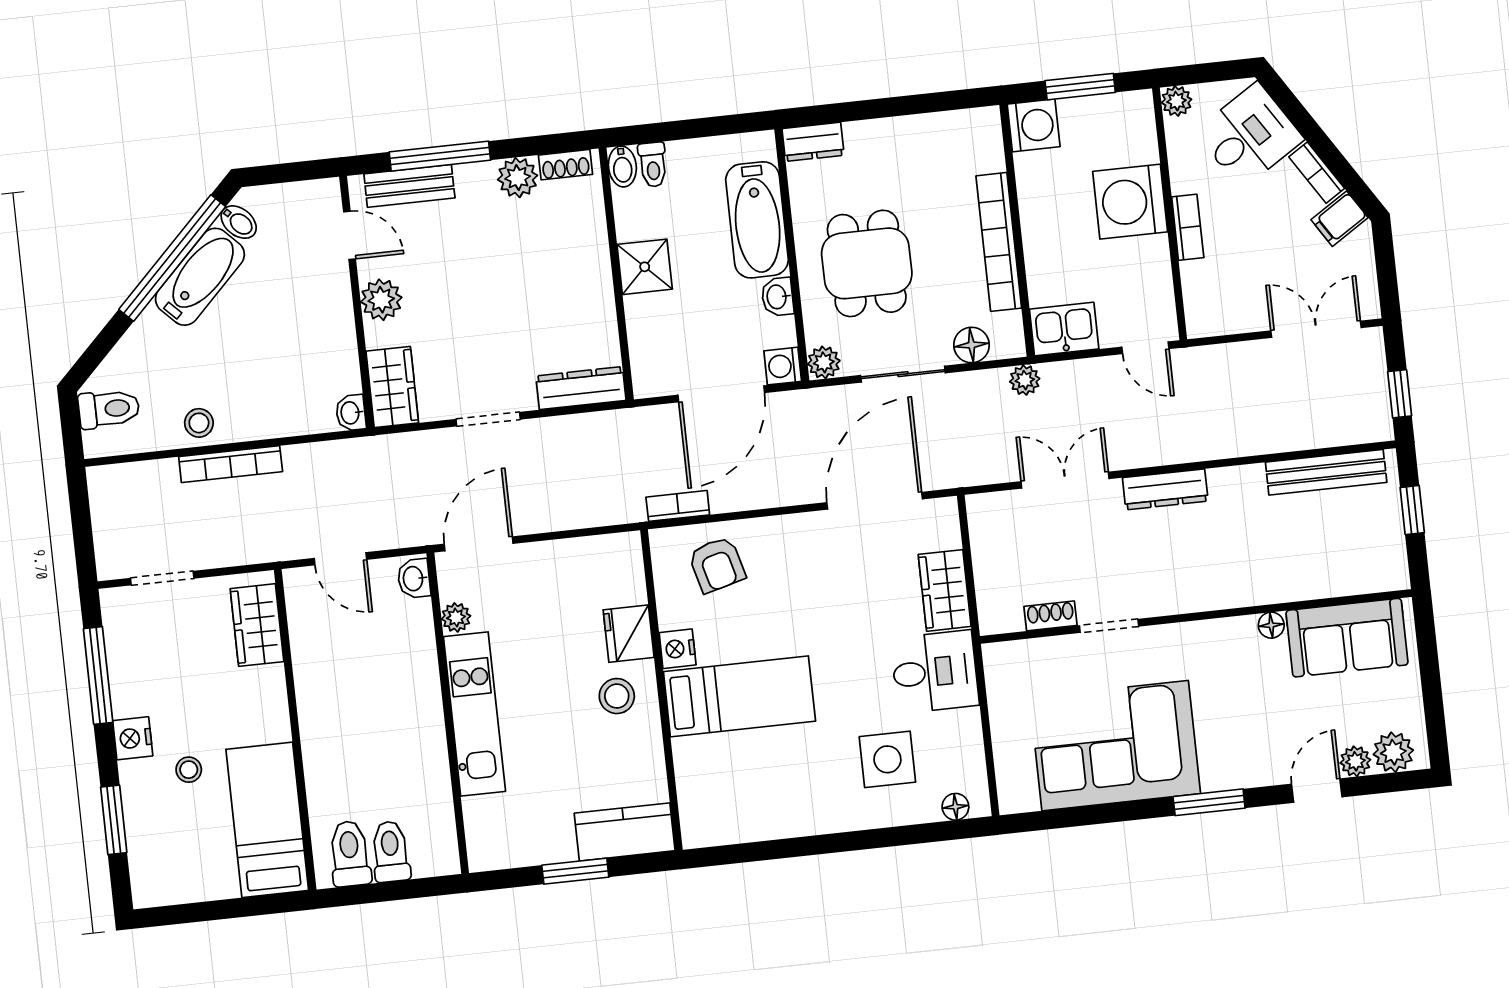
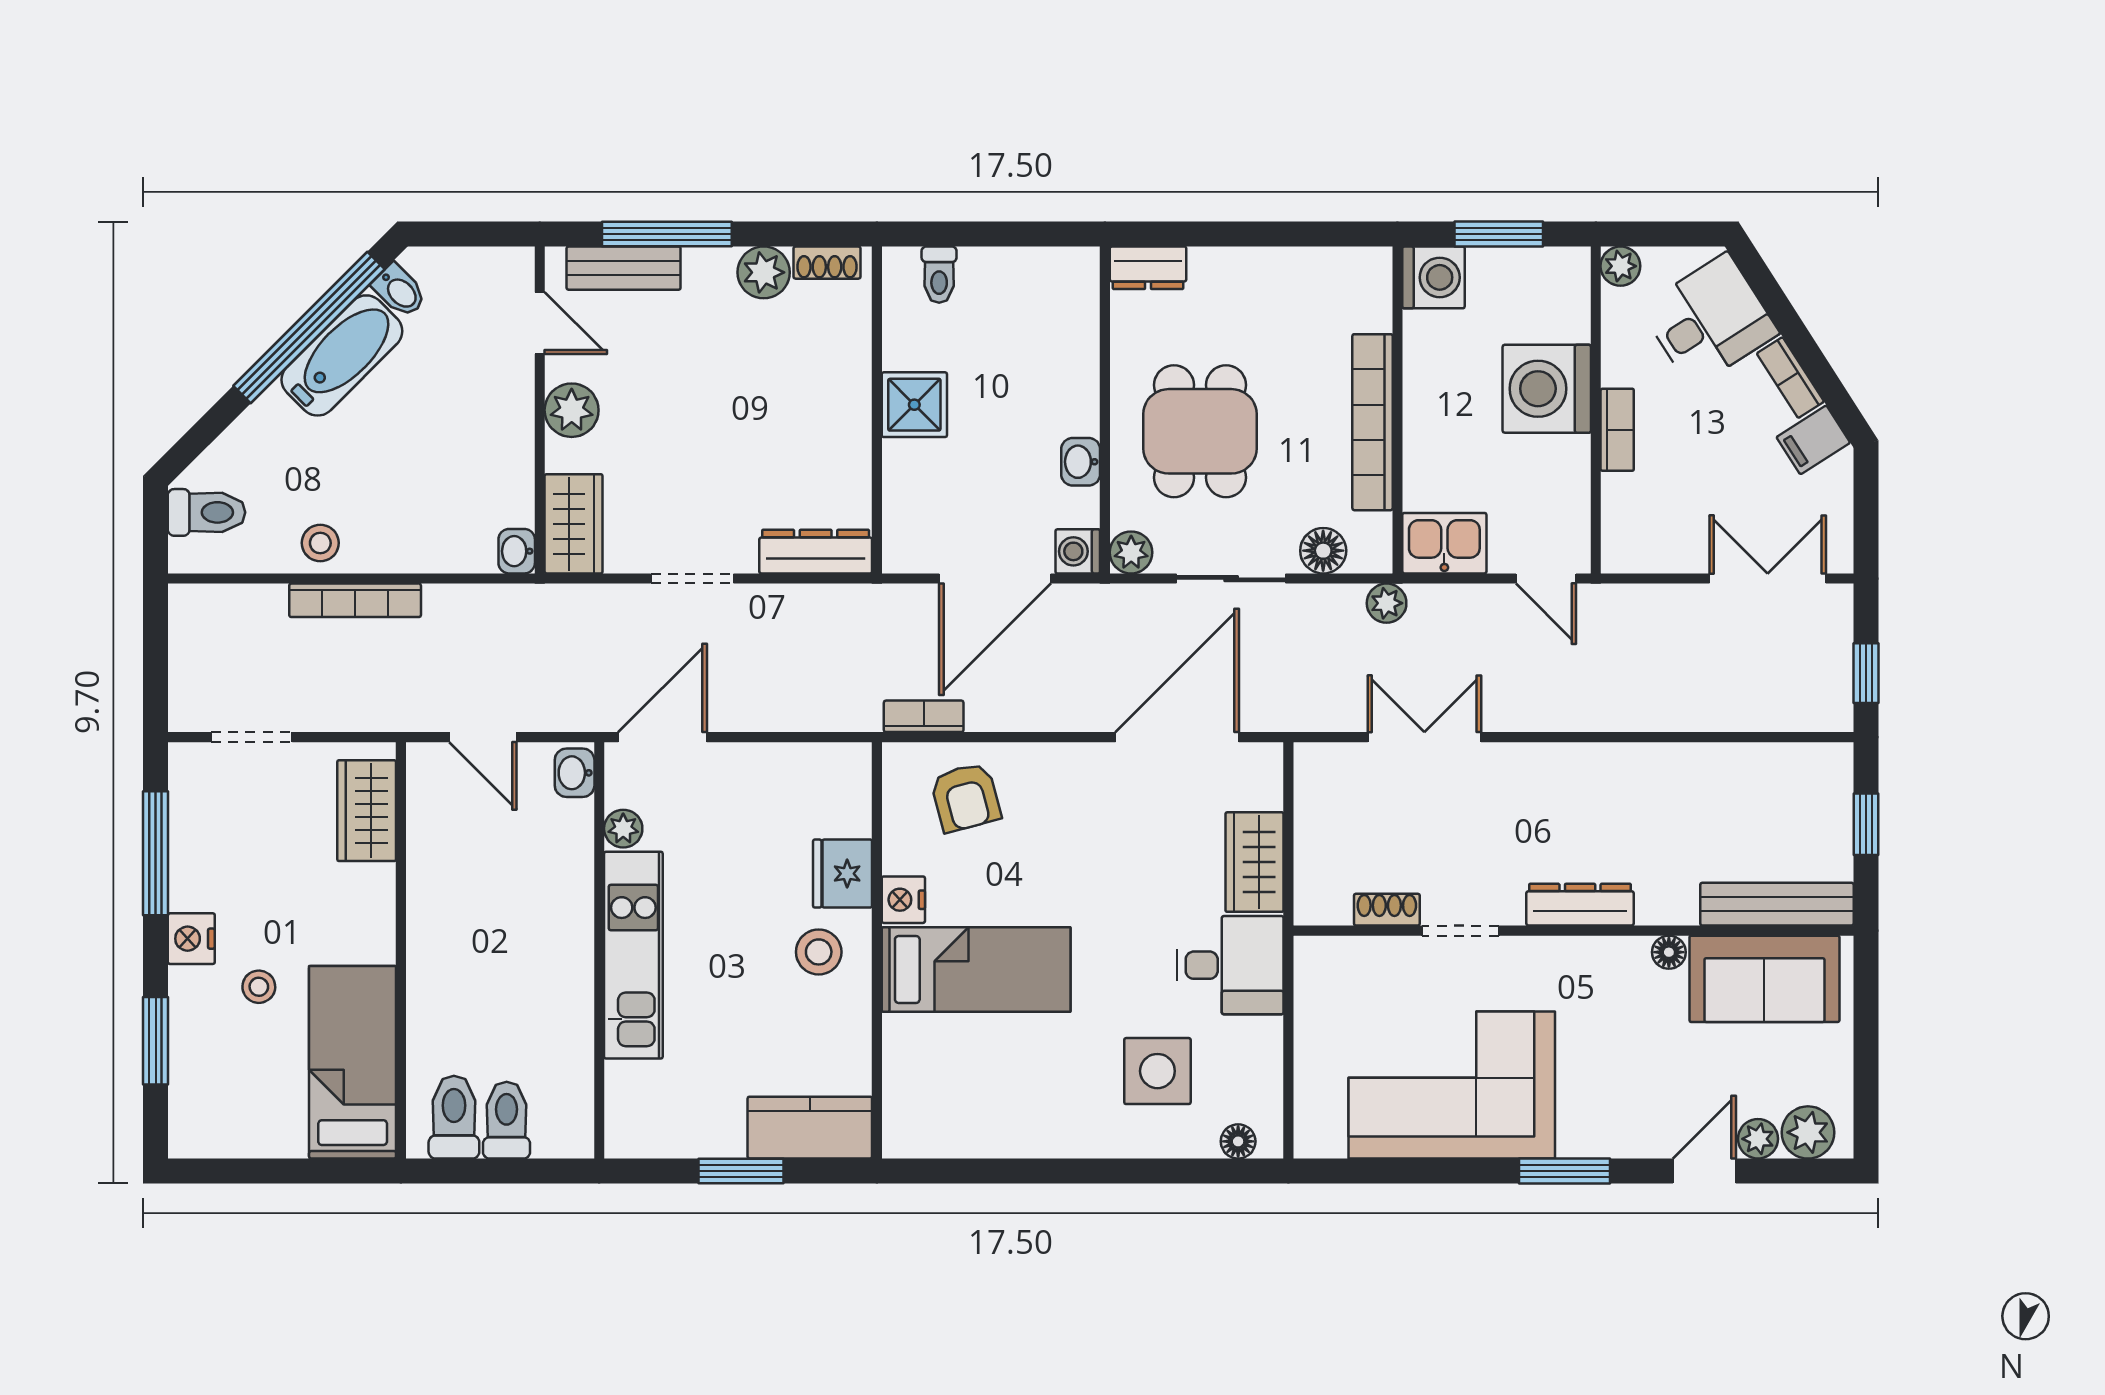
bidet: (622, 166) -> (900, 273), removed
bathtub: (757, 220) -> (1065, 360), removed
bench: (1326, 472) -> (1777, 904), moved
dresser: (1165, 489) -> (1580, 905), moved, turned 180

